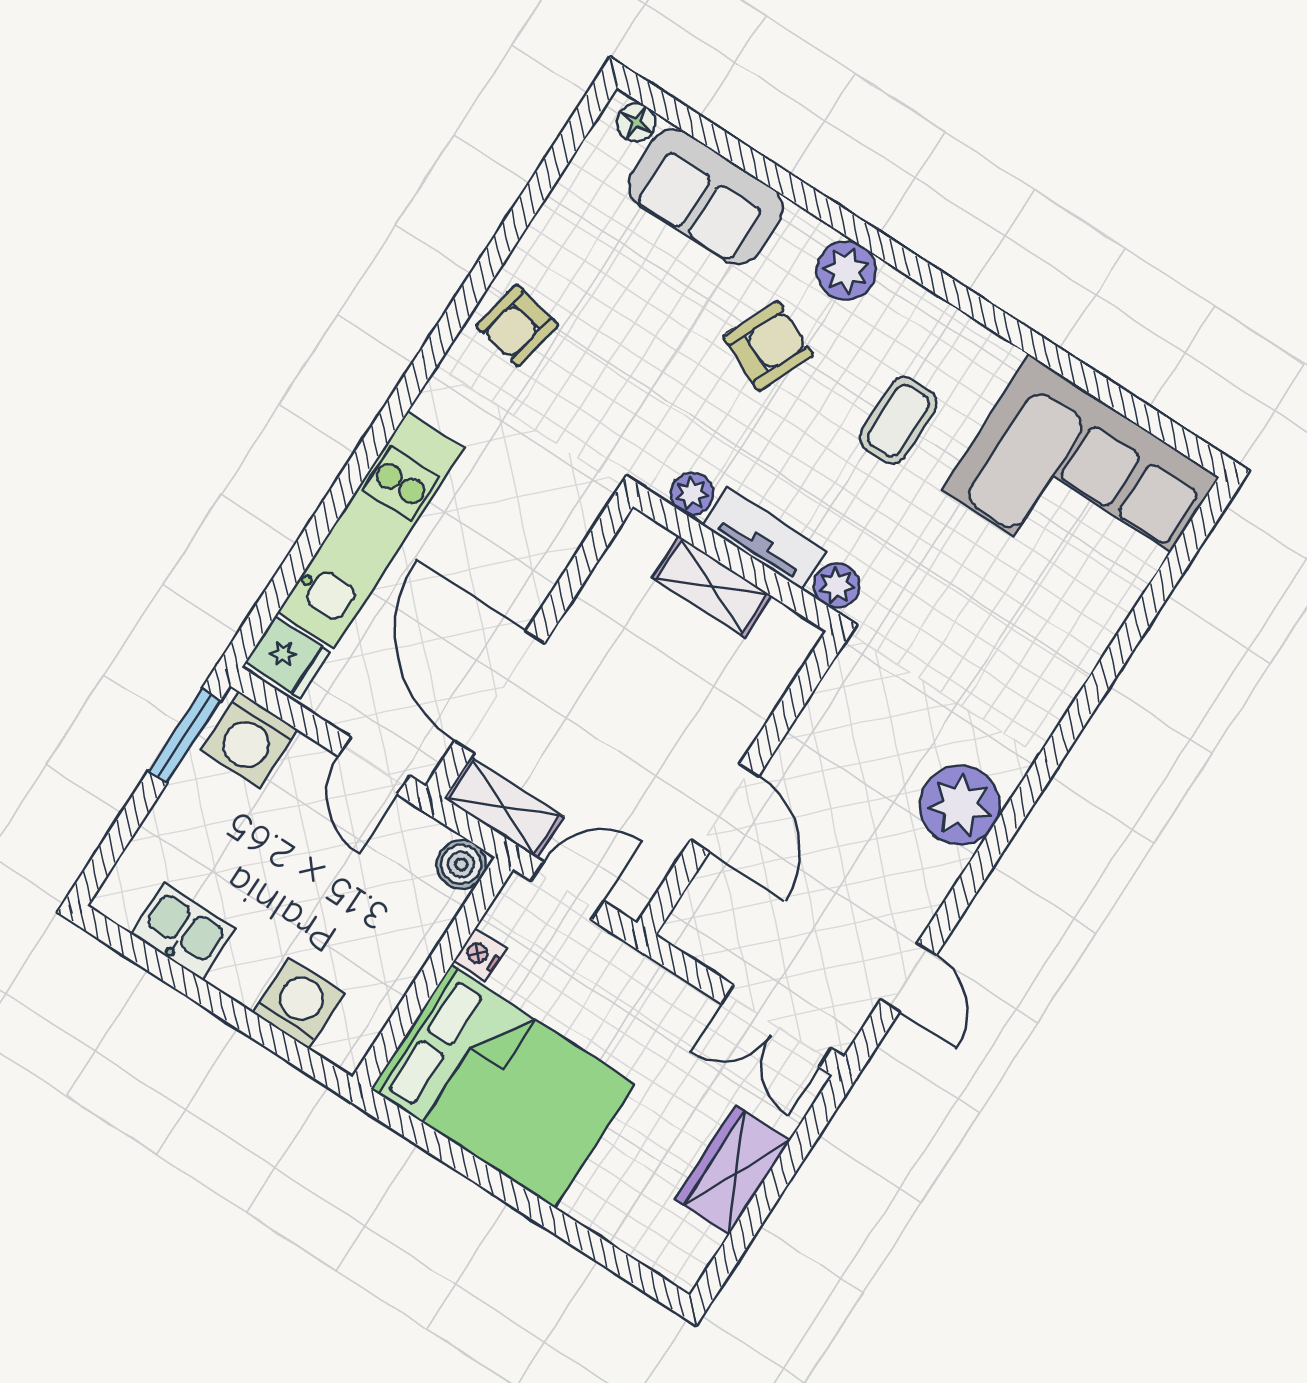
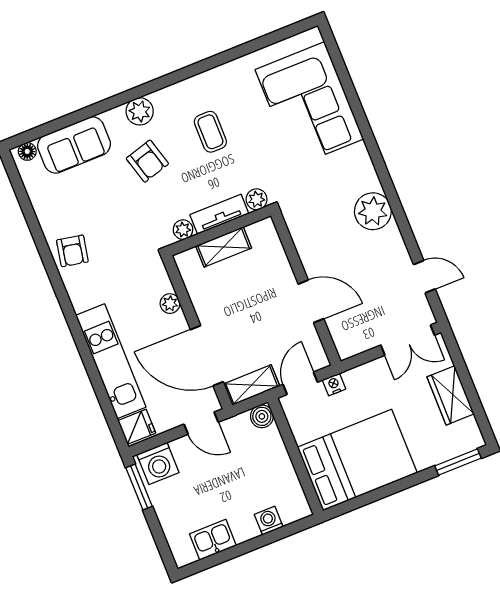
armchair: (768, 346) -> (147, 161), turned 140
corner sofa: (1080, 483) -> (309, 104), moved, turned 90
plant: (546, 562) -> (170, 304), added
nightstand: (480, 955) -> (334, 384), moved, turned 90
washing machine: (299, 1003) -> (269, 521), width x0.73, depth x0.73
window: (624, 1266) -> (458, 462), added

